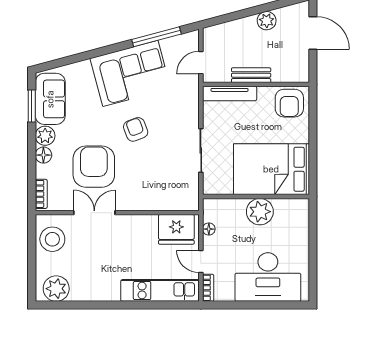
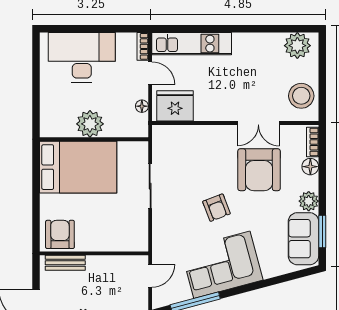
bench: (251, 75) -> (65, 263), moved
tv unit: (230, 94) -> (121, 244), removed
floor lamp: (43, 155) -> (310, 167), moved

